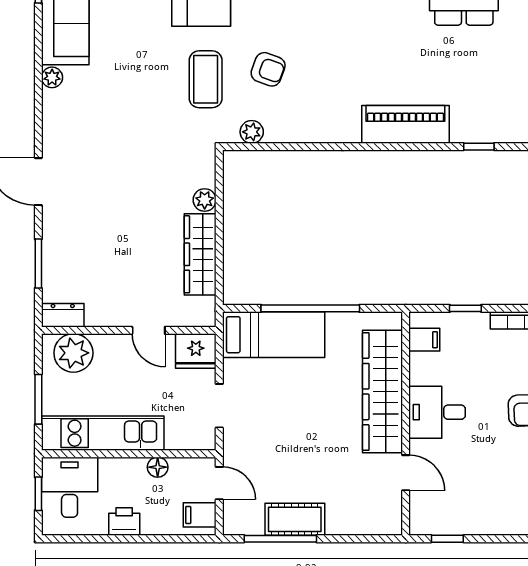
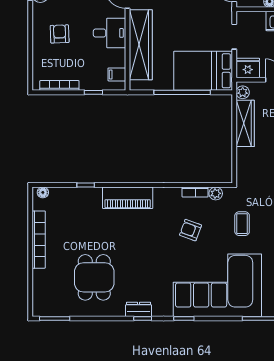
armchair: (268, 69) -> (190, 230), moved
coffee table: (206, 79) -> (242, 224), width x0.73, depth x0.77
bookcase: (288, 134) -> (195, 192), added
plant: (205, 200) -> (243, 92), moved
bed: (274, 335) -> (203, 71), width x1.50

